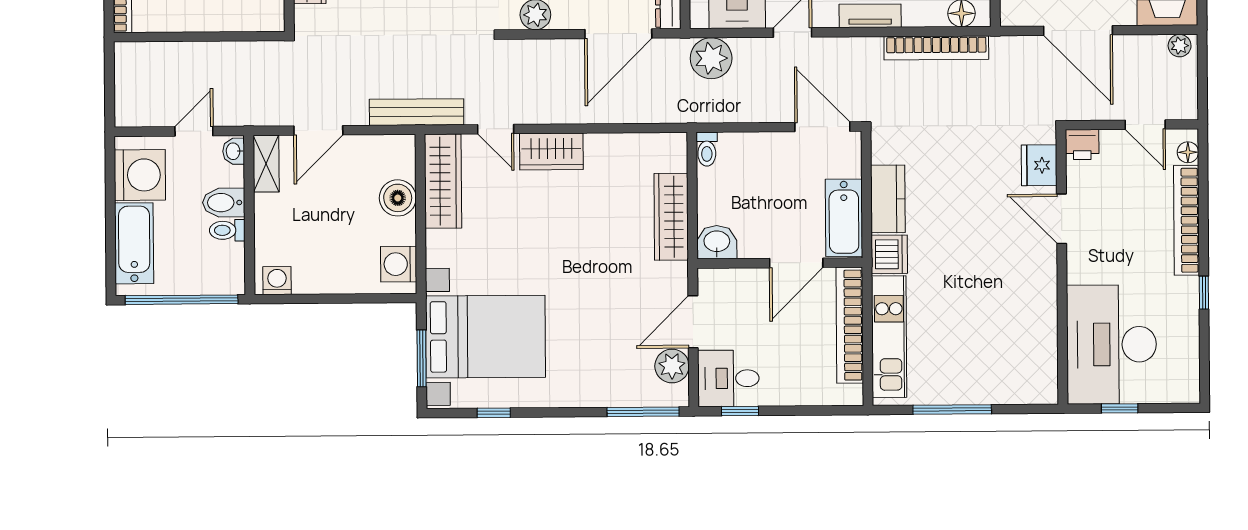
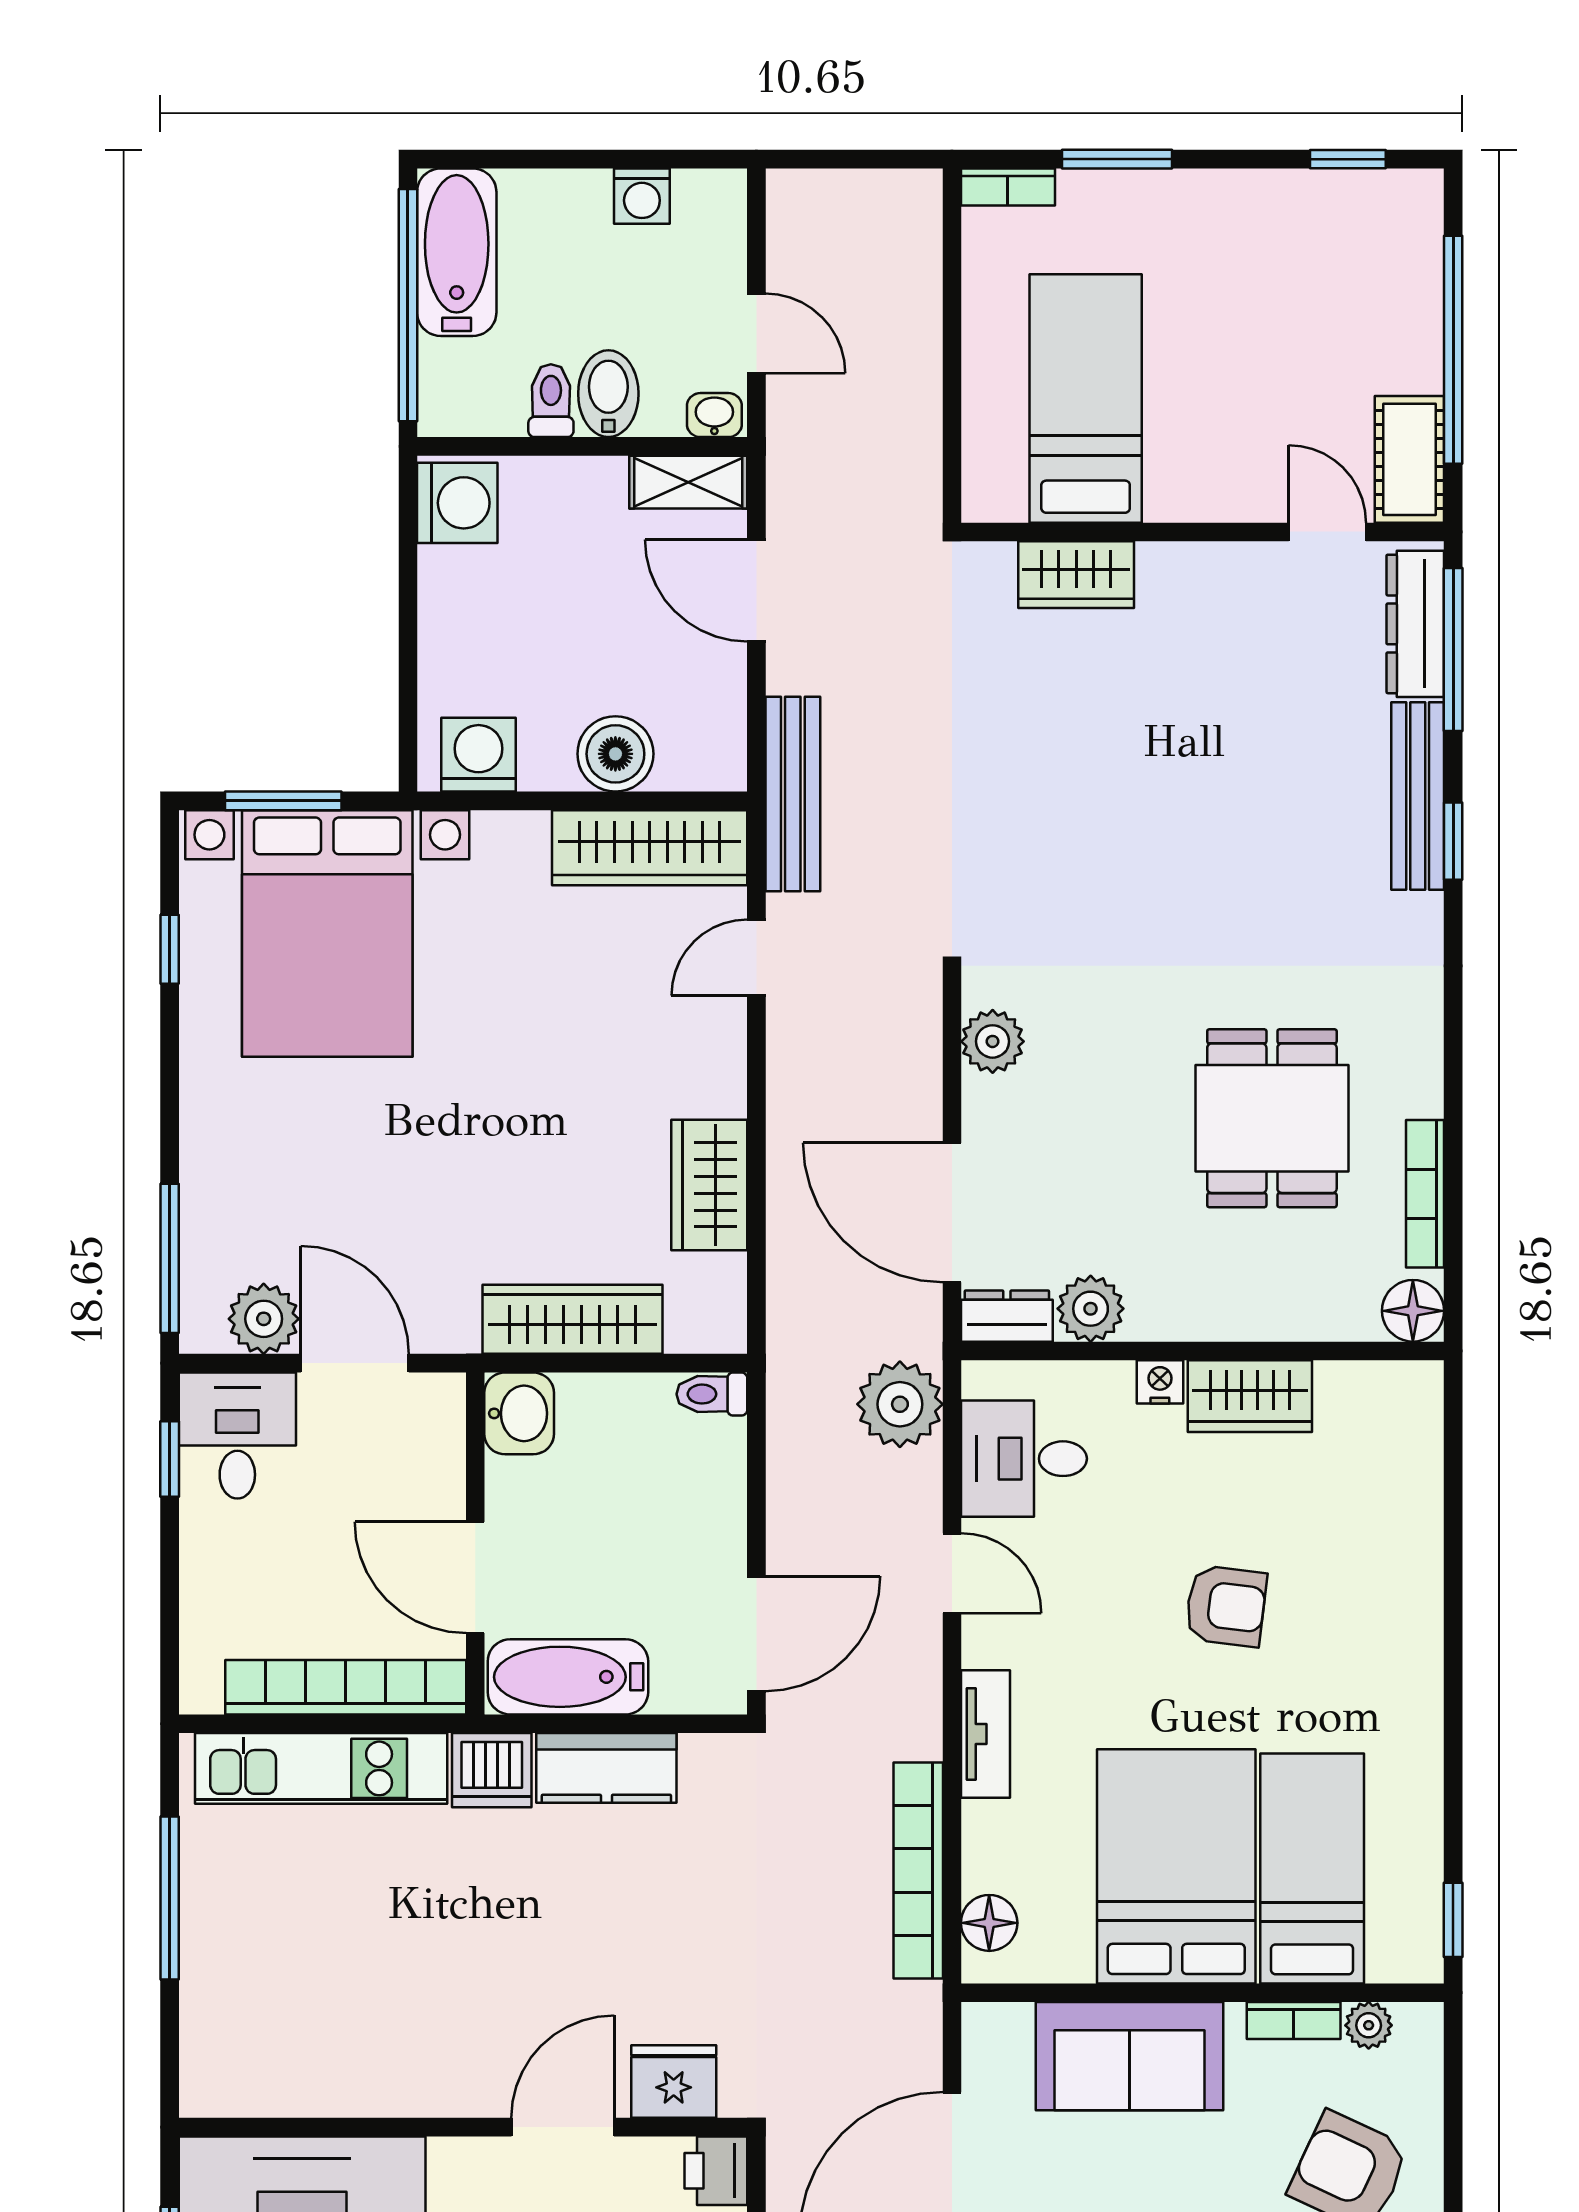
wardrobe: (551, 151) -> (709, 1185), moved
washing machine: (140, 175) -> (642, 196), width x0.53, depth x0.53
bathtub: (134, 243) -> (457, 252), moved, turned -90
washing machine: (277, 281) -> (457, 503), width x1.38, depth x1.38

